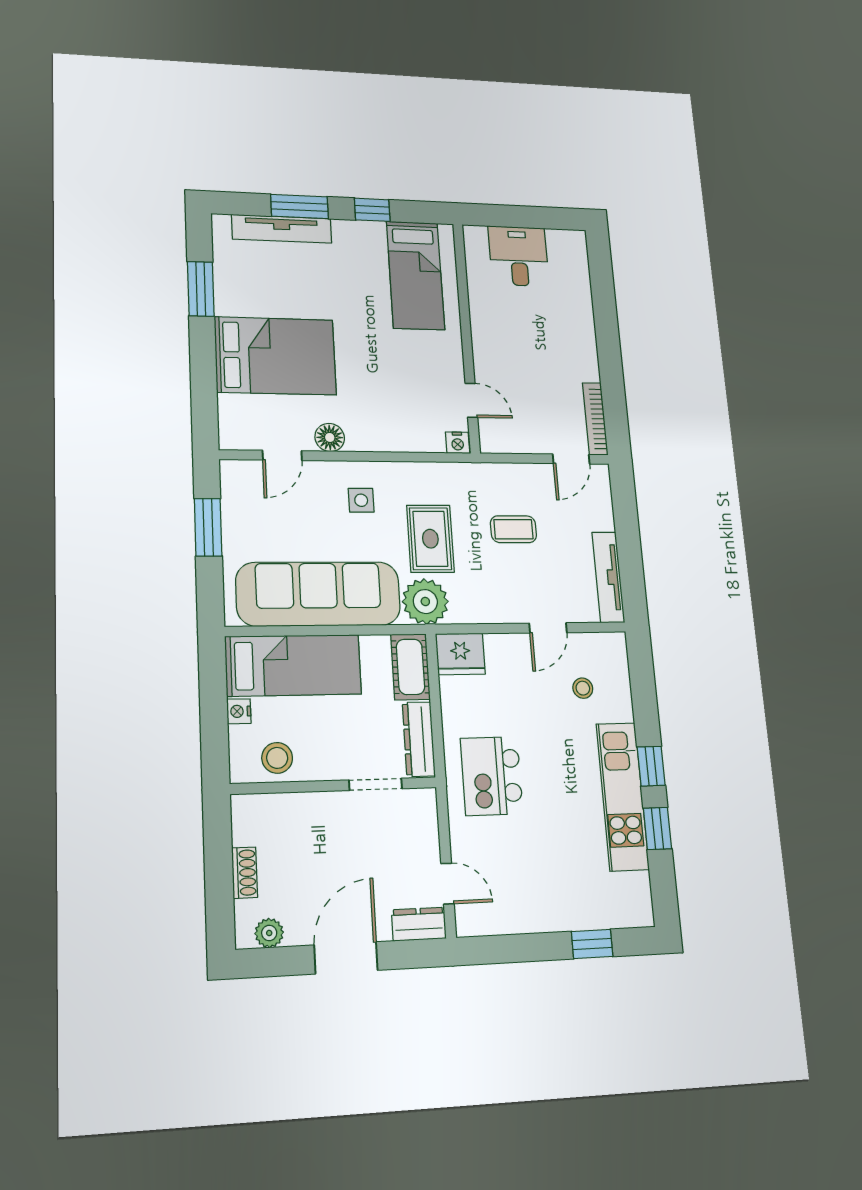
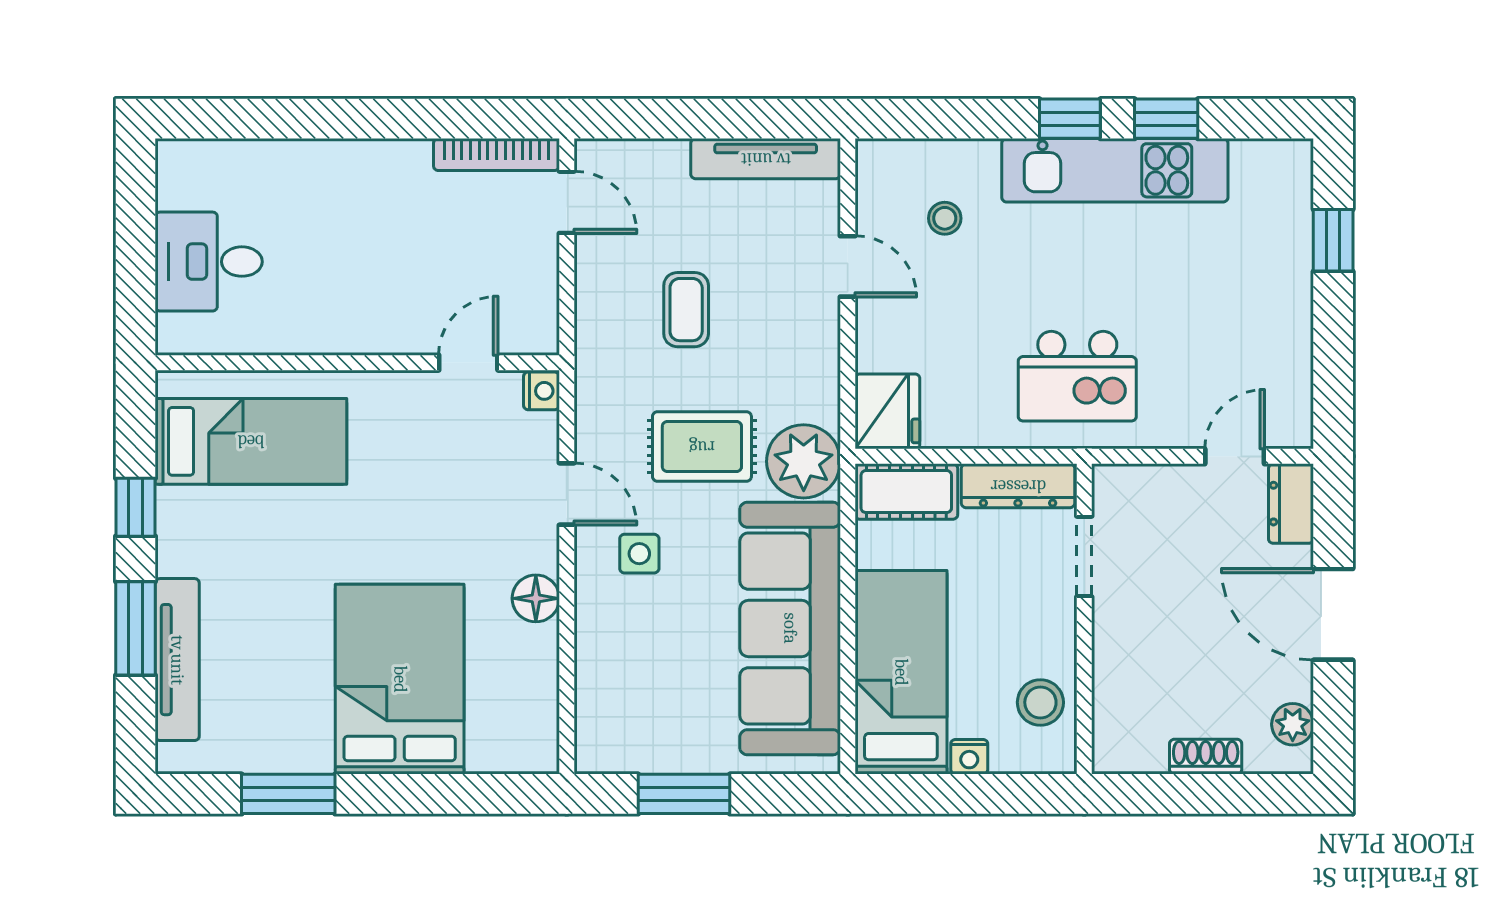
door: (282, 455) -> (567, 494), moved

